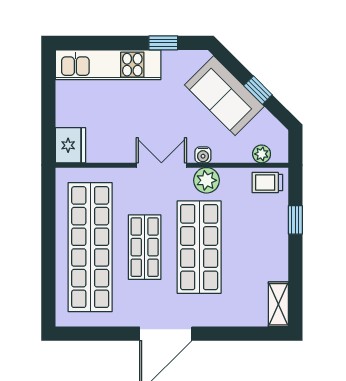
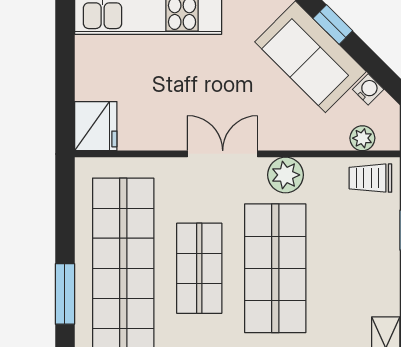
window: (258, 90) -> (333, 25), moved
water cooler: (203, 155) -> (368, 89), moved, turned -135
window: (48, 266) -> (65, 294), added

